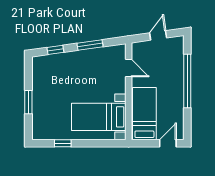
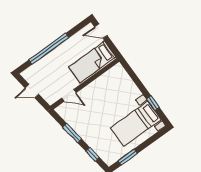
door: (129, 68) -> (69, 95), swing flipped
window: (28, 102) -> (128, 157), moved
bed with nightstands: (99, 117) -> (136, 124), moved, turned 90

